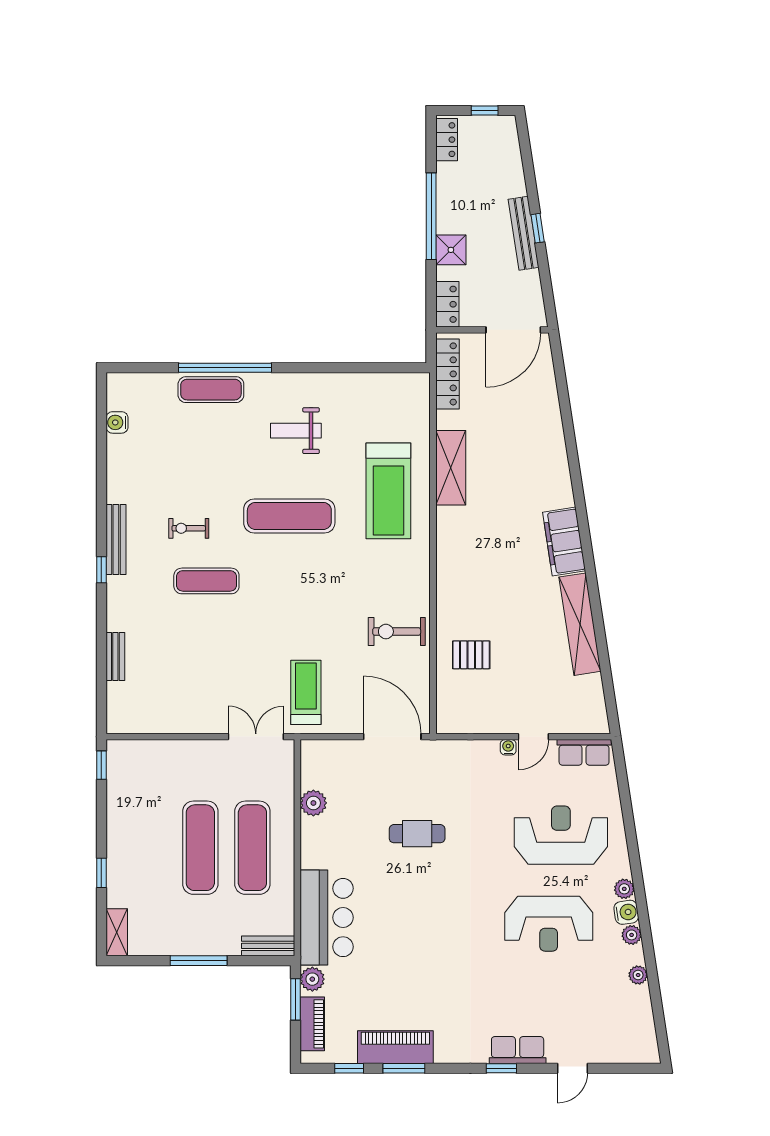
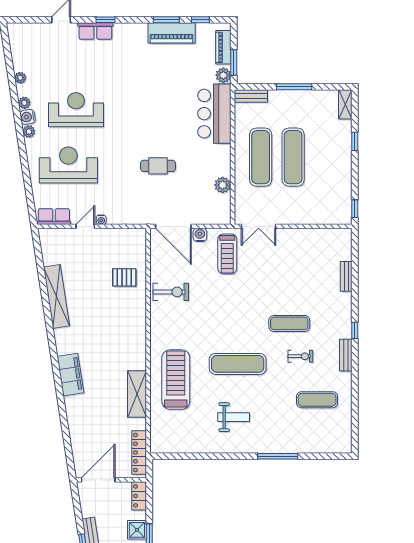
window: (225, 368) -> (278, 456), width x0.68
exercise mat: (211, 390) -> (317, 400), moved
water cooler: (117, 422) -> (200, 235), moved, turned -90
bench: (116, 540) -> (346, 355), width x0.73
filing cabinet: (564, 541) -> (70, 375), moved
reception desk: (561, 835) -> (68, 165), turned 180

